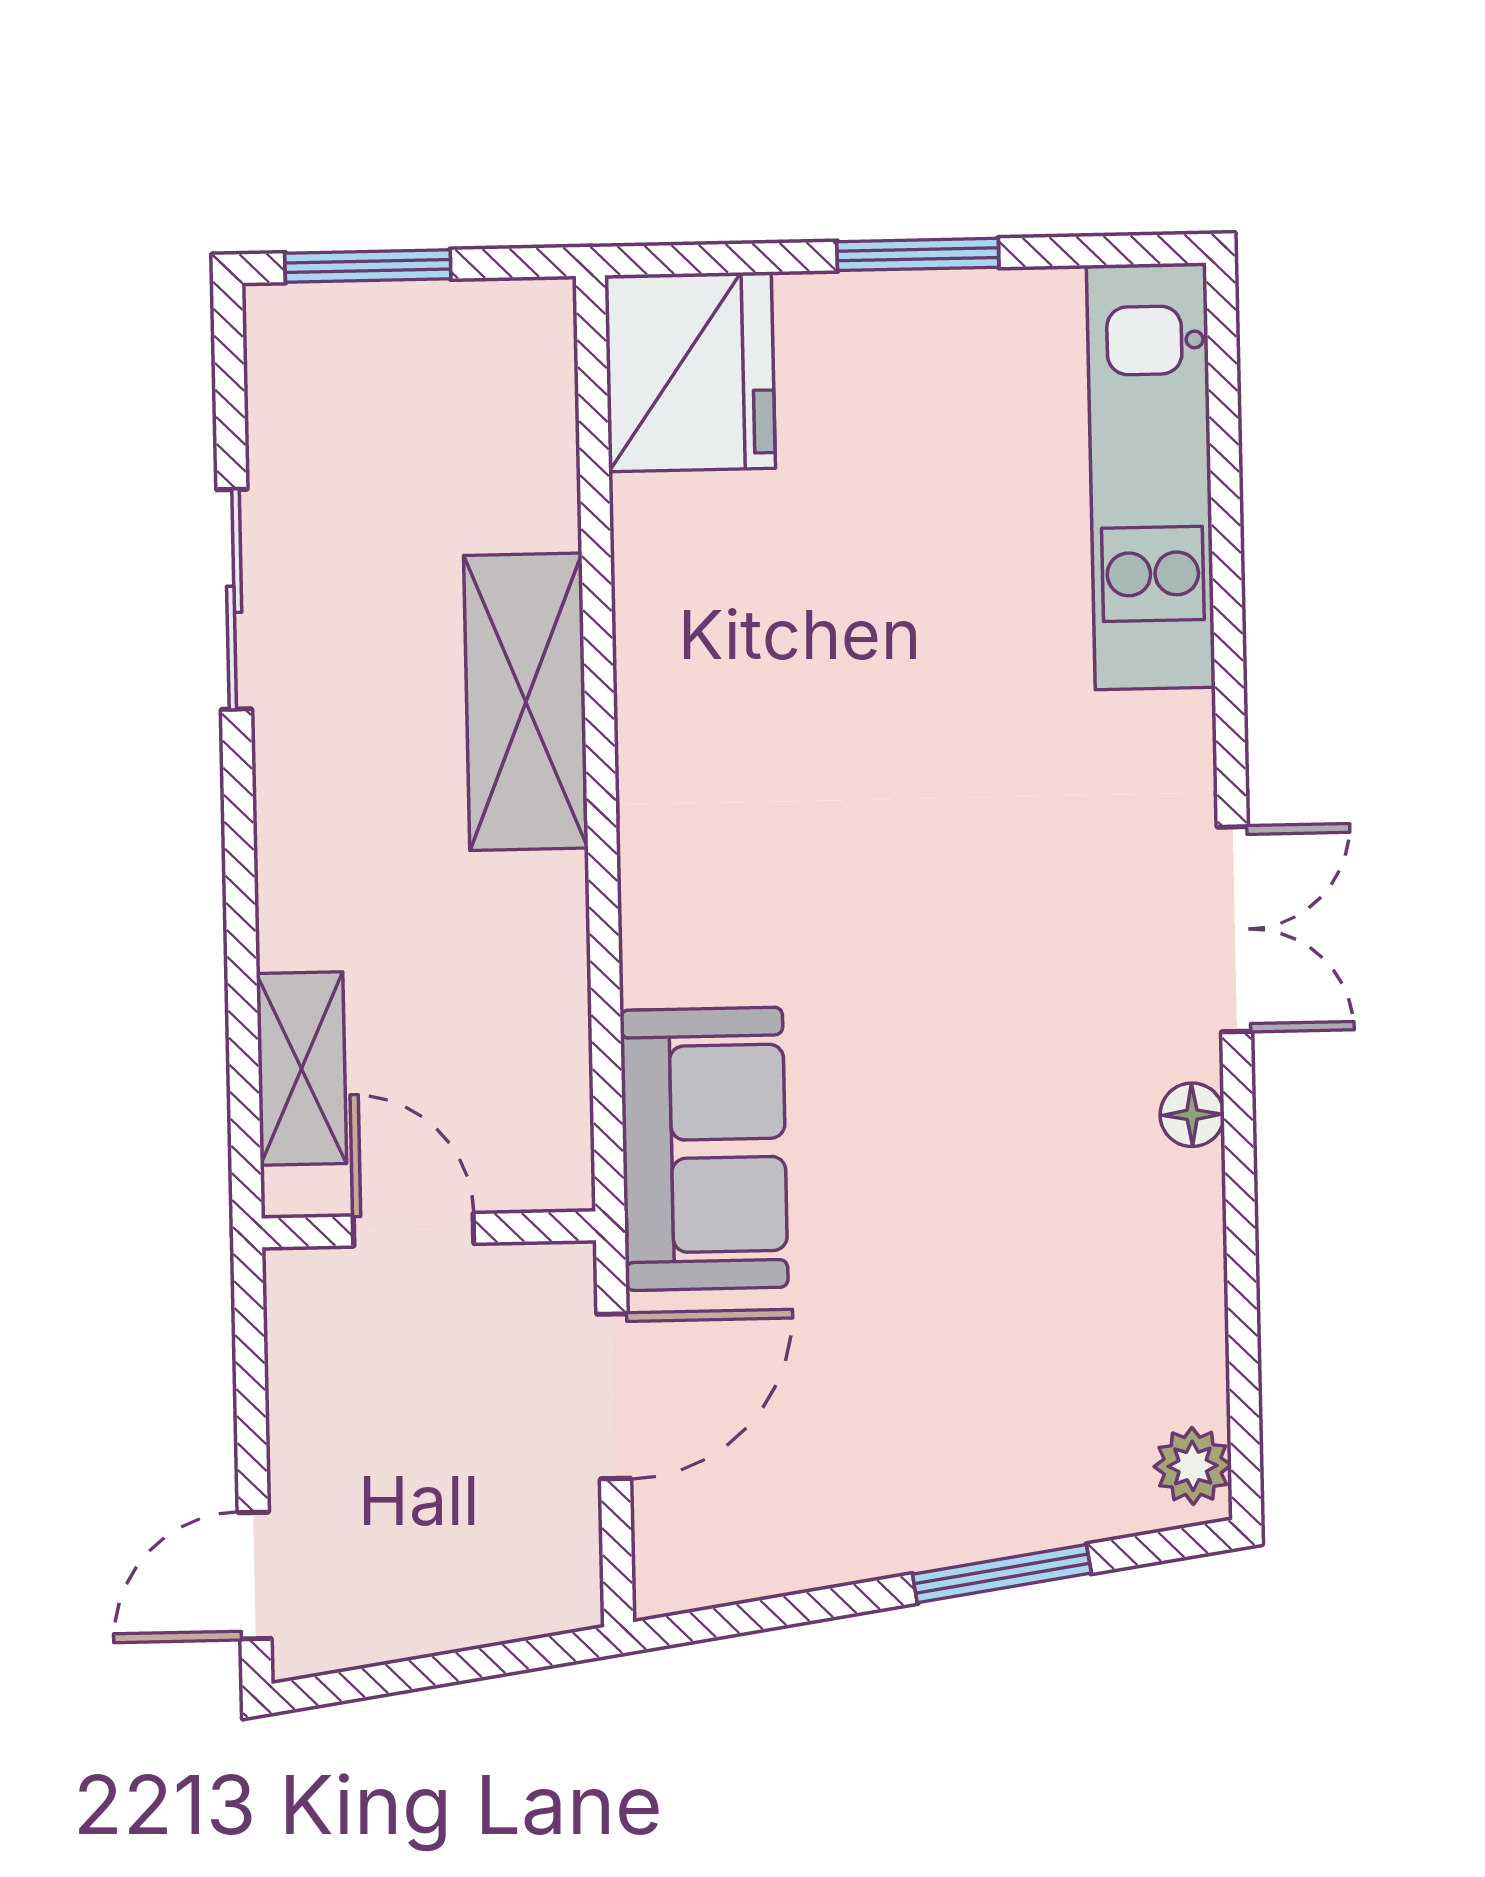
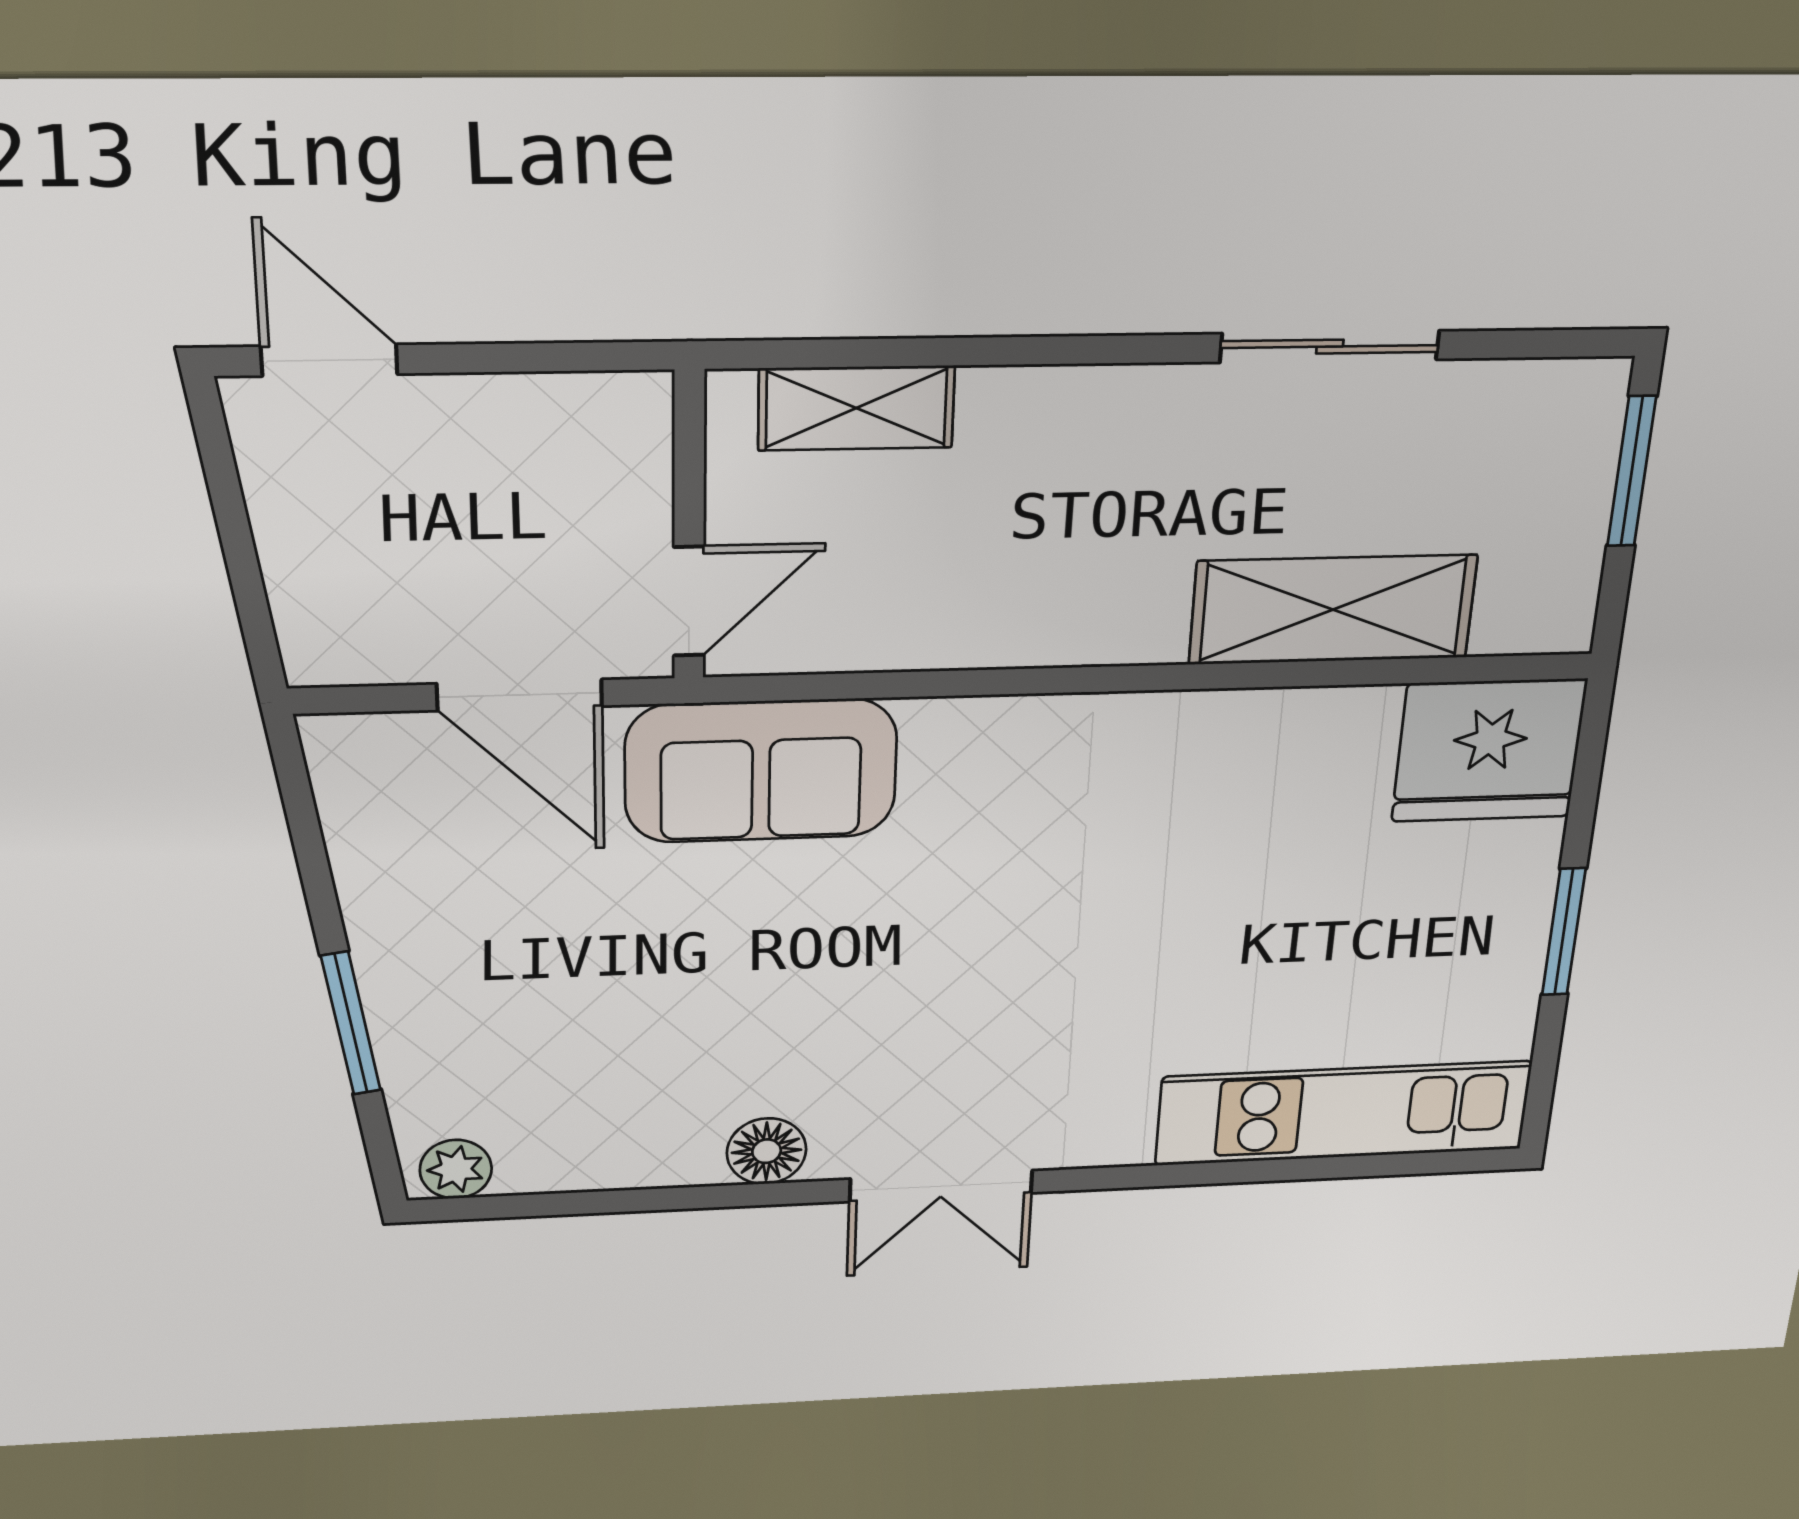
shelving: (526, 702) -> (1333, 610), moved
floor lamp: (1192, 1115) -> (767, 1151), width x1.37, depth x1.37
door: (413, 1230) -> (689, 601), moved

